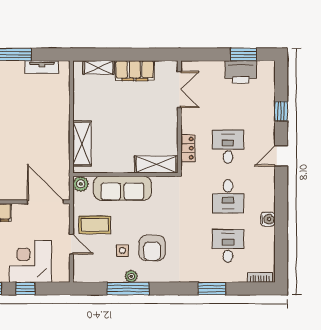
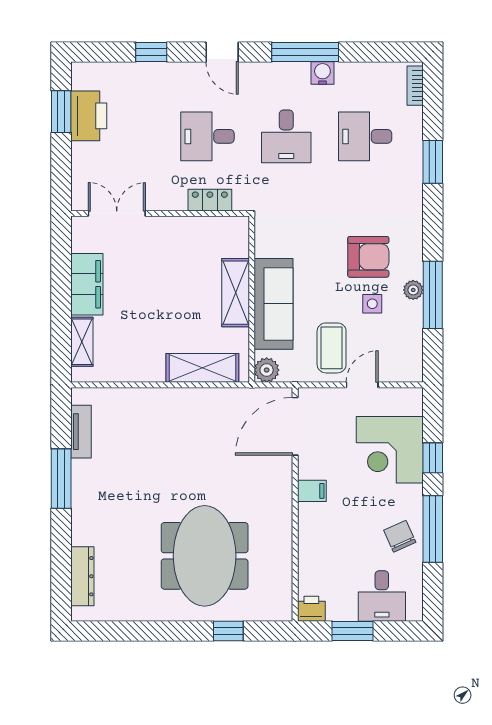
shelving: (156, 164) -> (236, 293), moved
desk: (228, 196) -> (286, 136), turned 90
window: (281, 208) -> (305, 52), added

